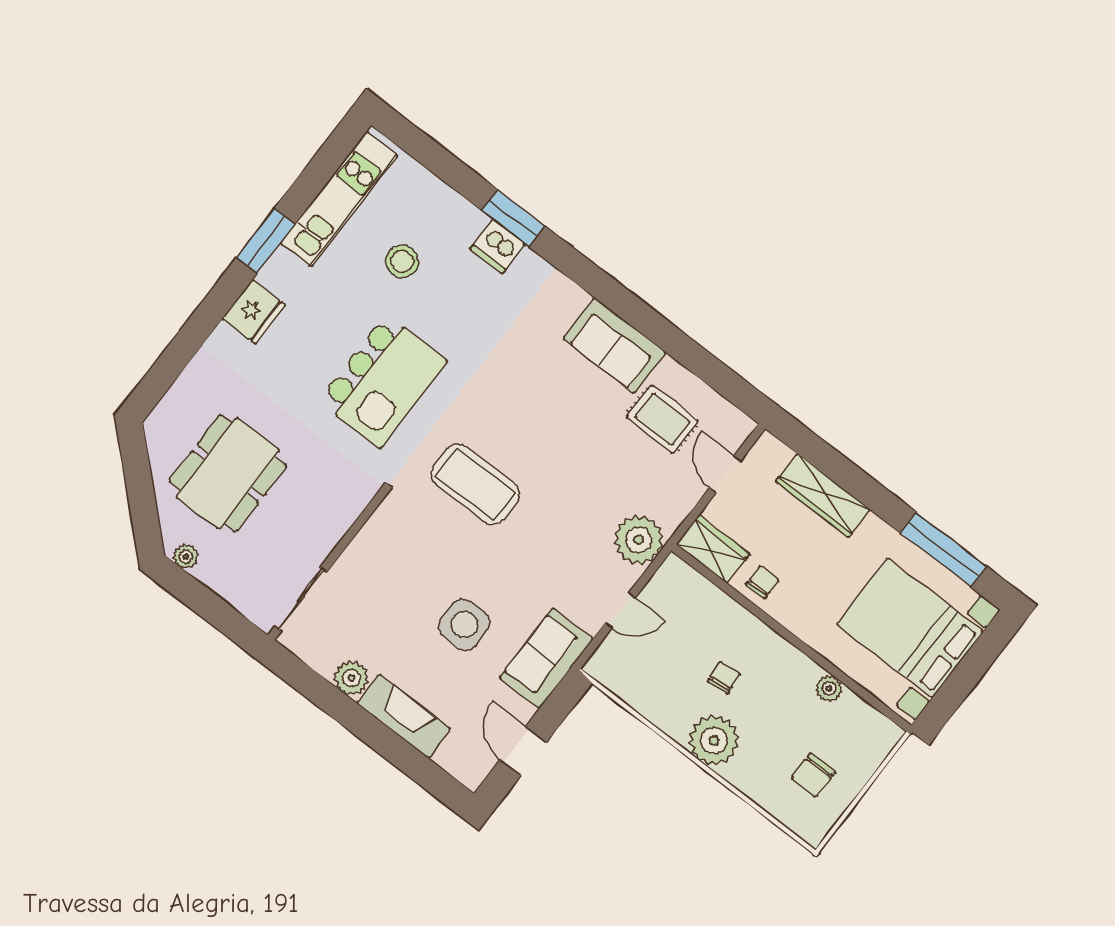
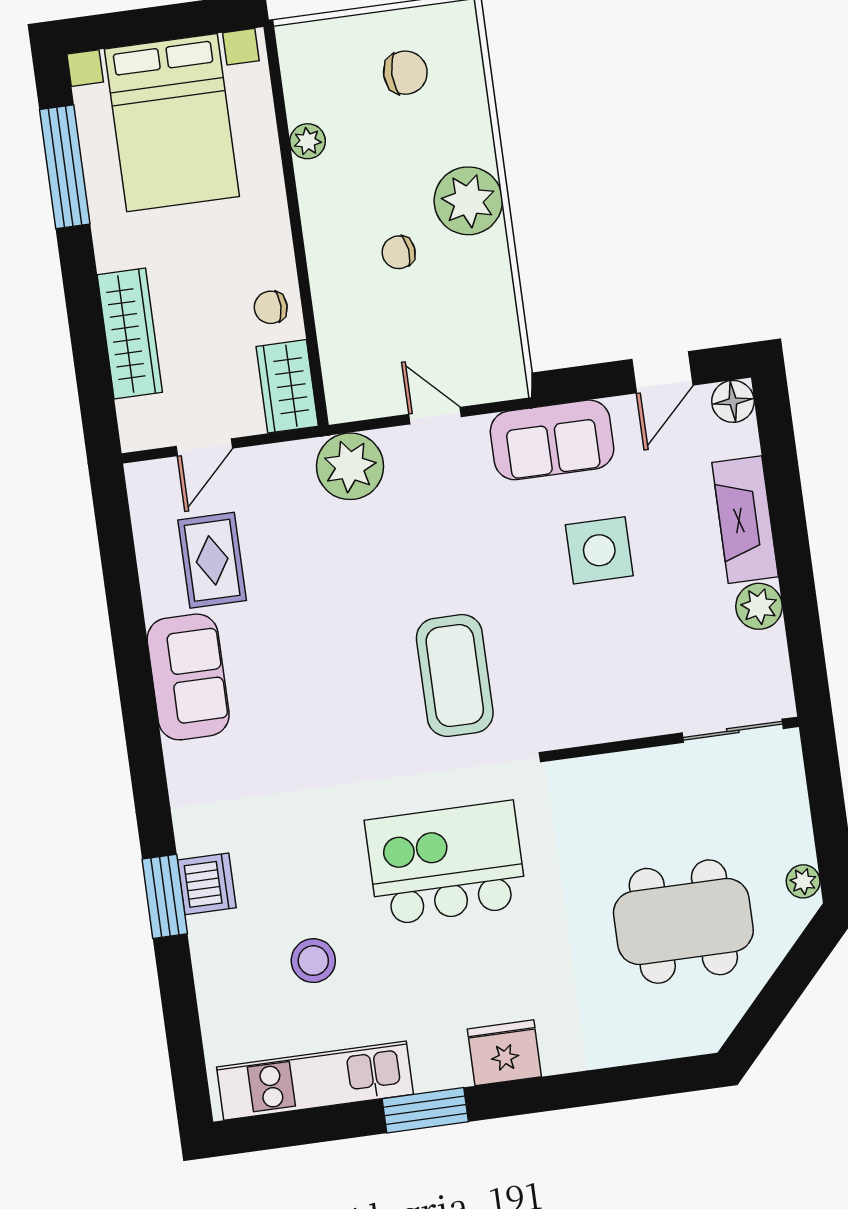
floor lamp: (471, 772) -> (733, 401), added

